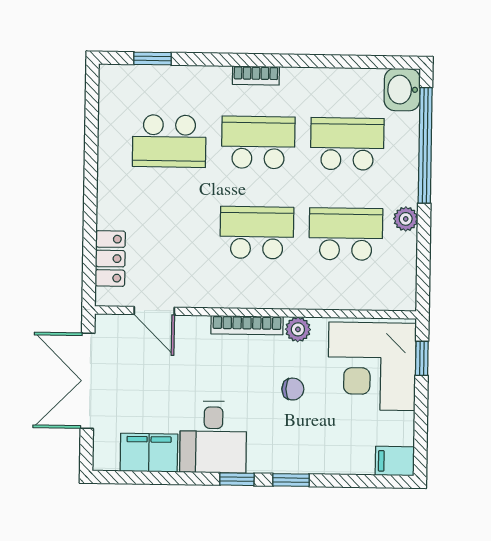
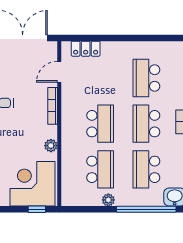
school desk: (258, 142) -> (146, 124), turned 180
school desk: (347, 144) -> (146, 169), turned 180
bookcase: (247, 325) -> (53, 106), moved
chair: (293, 389) -> (20, 143), removed

